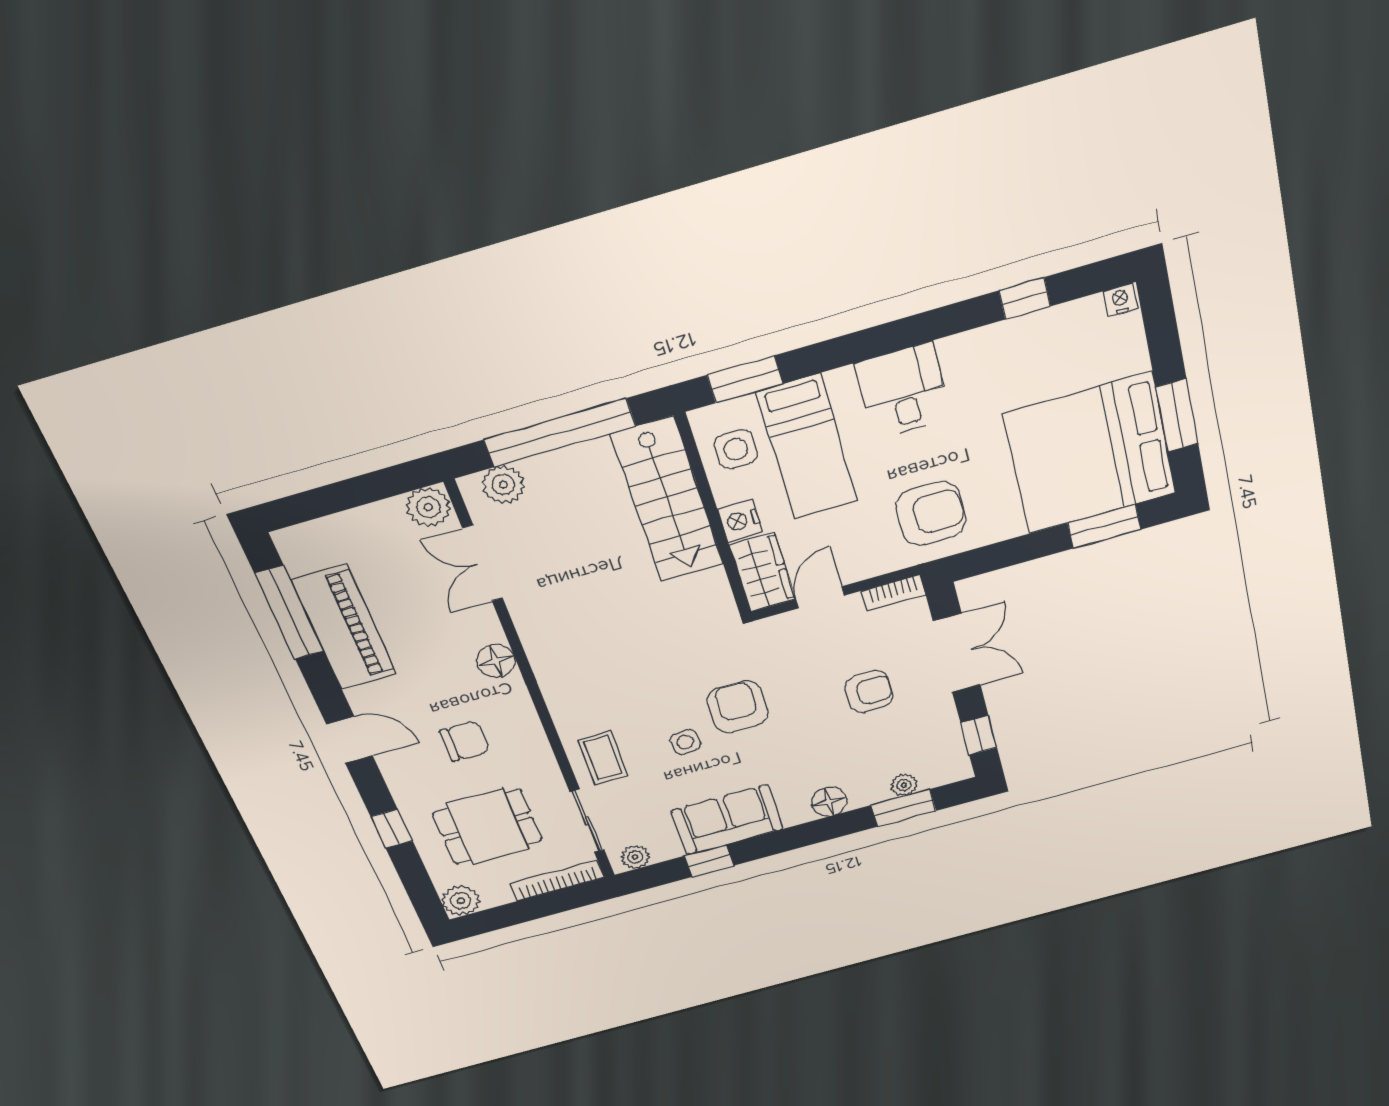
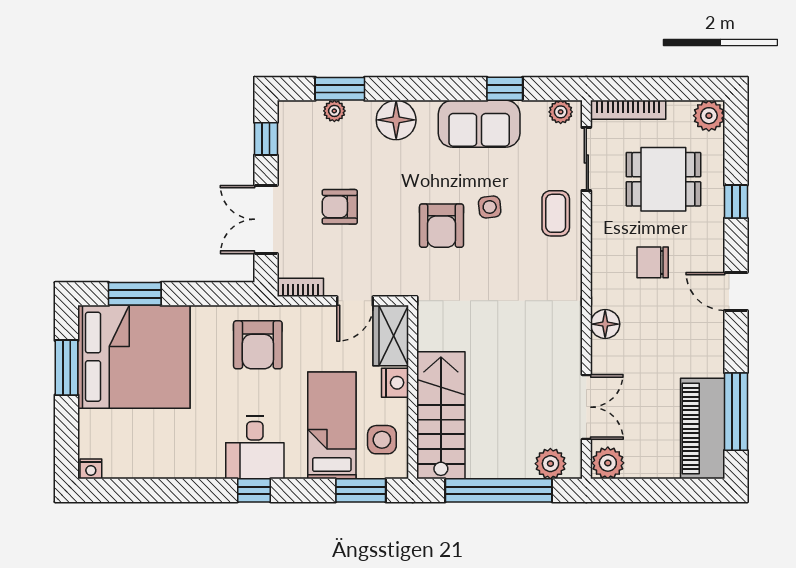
window: (1025, 298) -> (254, 490), moved
armchair: (931, 513) -> (258, 345), turned -90
piano: (344, 628) -> (703, 429), moved
floor lamp: (829, 802) -> (396, 120), width x1.38, depth x1.38

